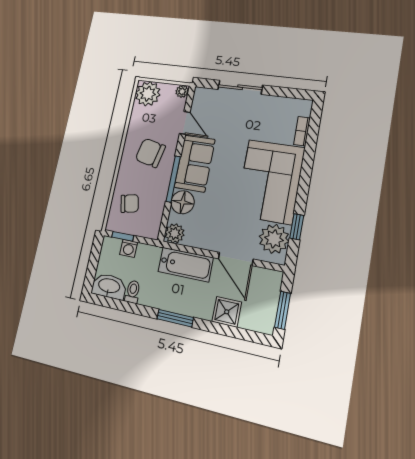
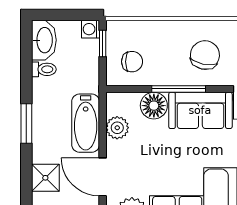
chair: (130, 203) -> (132, 62), moved, turned -77
plant: (175, 233) -> (117, 128), moved
washing machine: (129, 248) -> (90, 29), moved
door: (236, 259) -> (103, 177), hinge flipped

